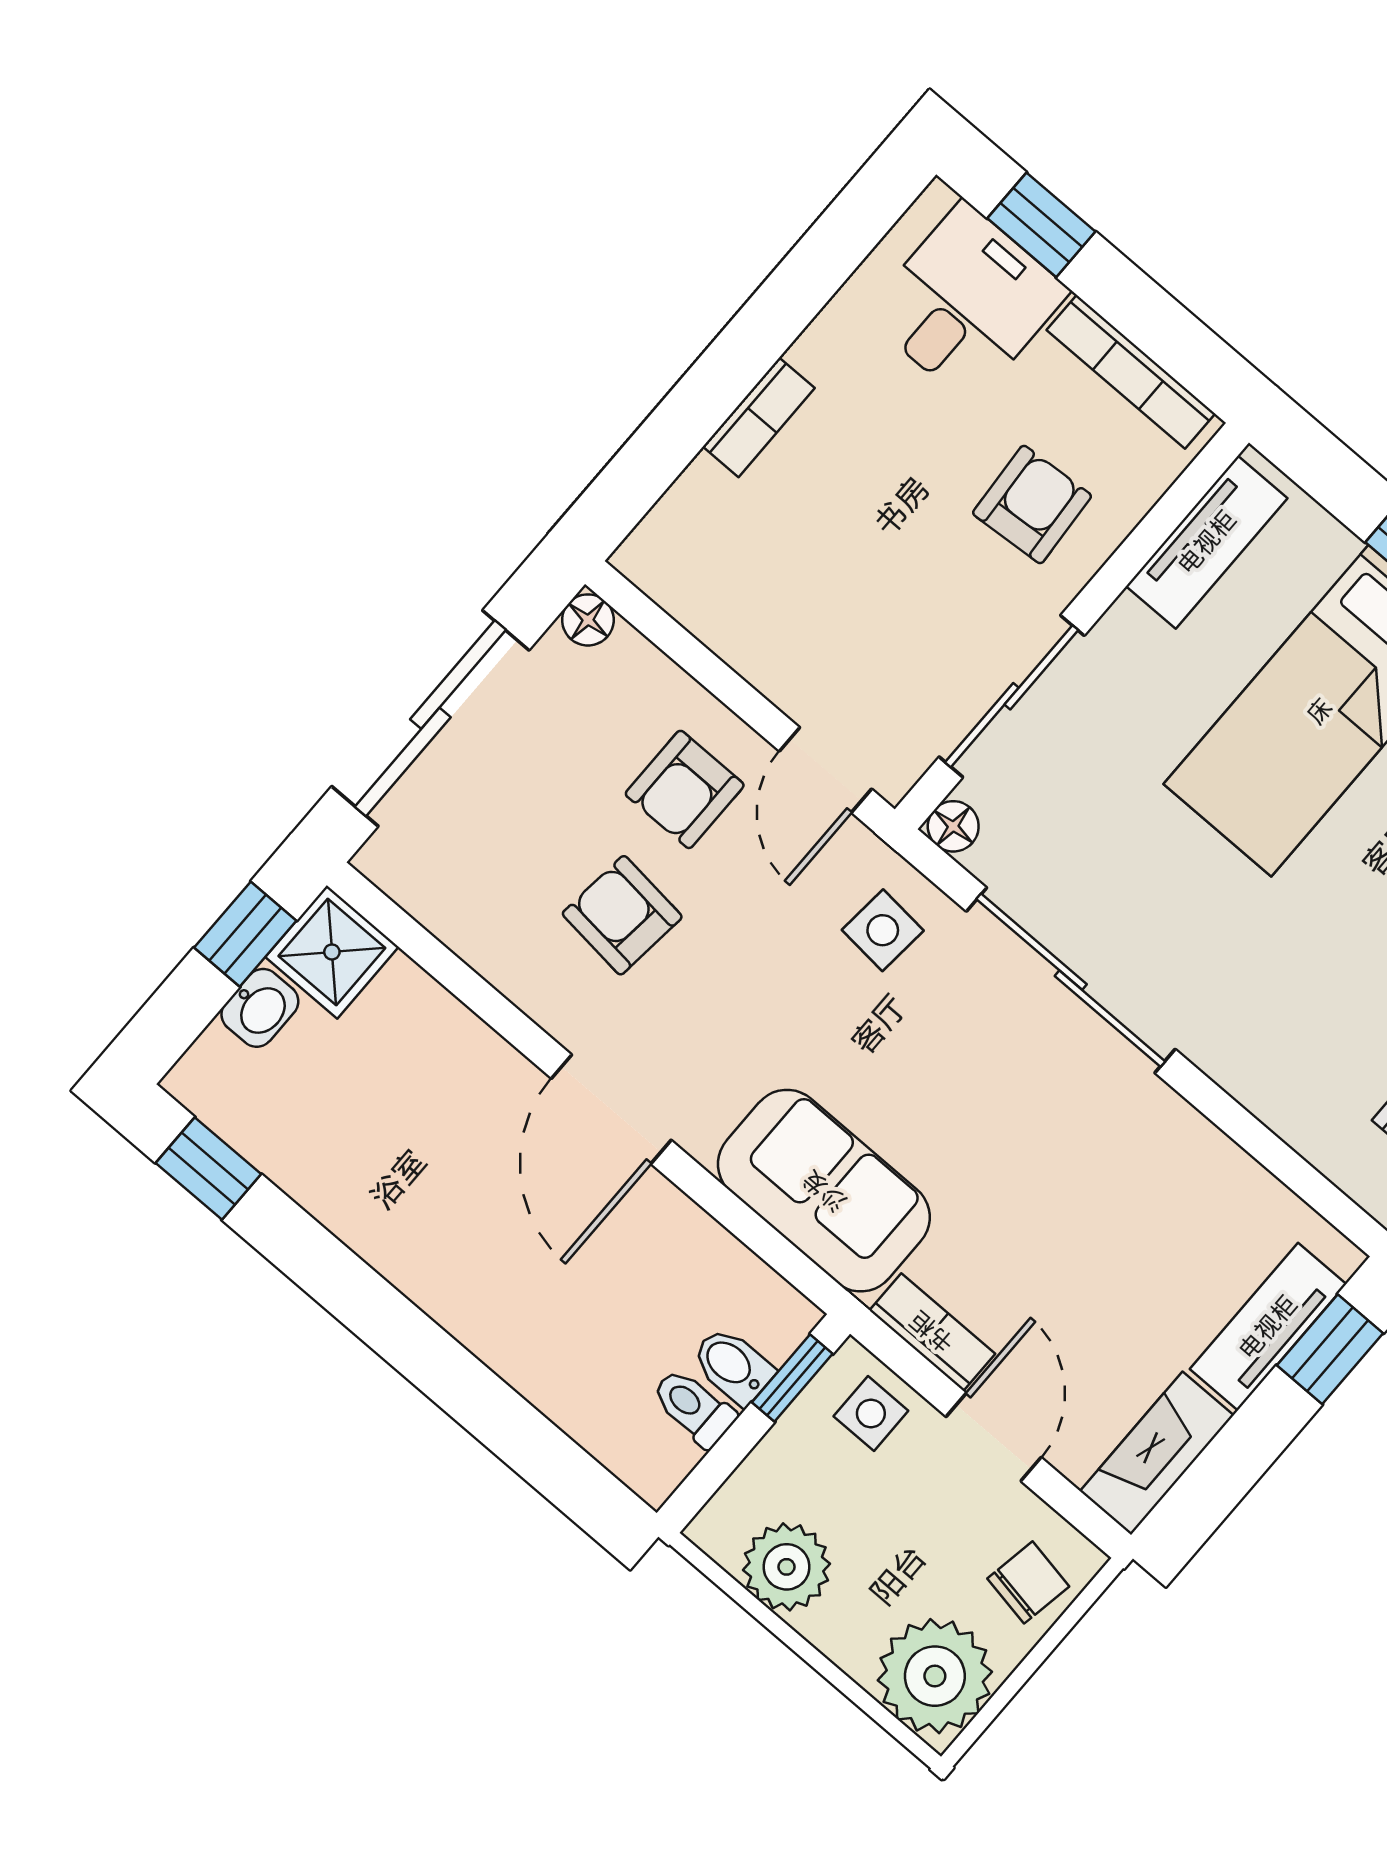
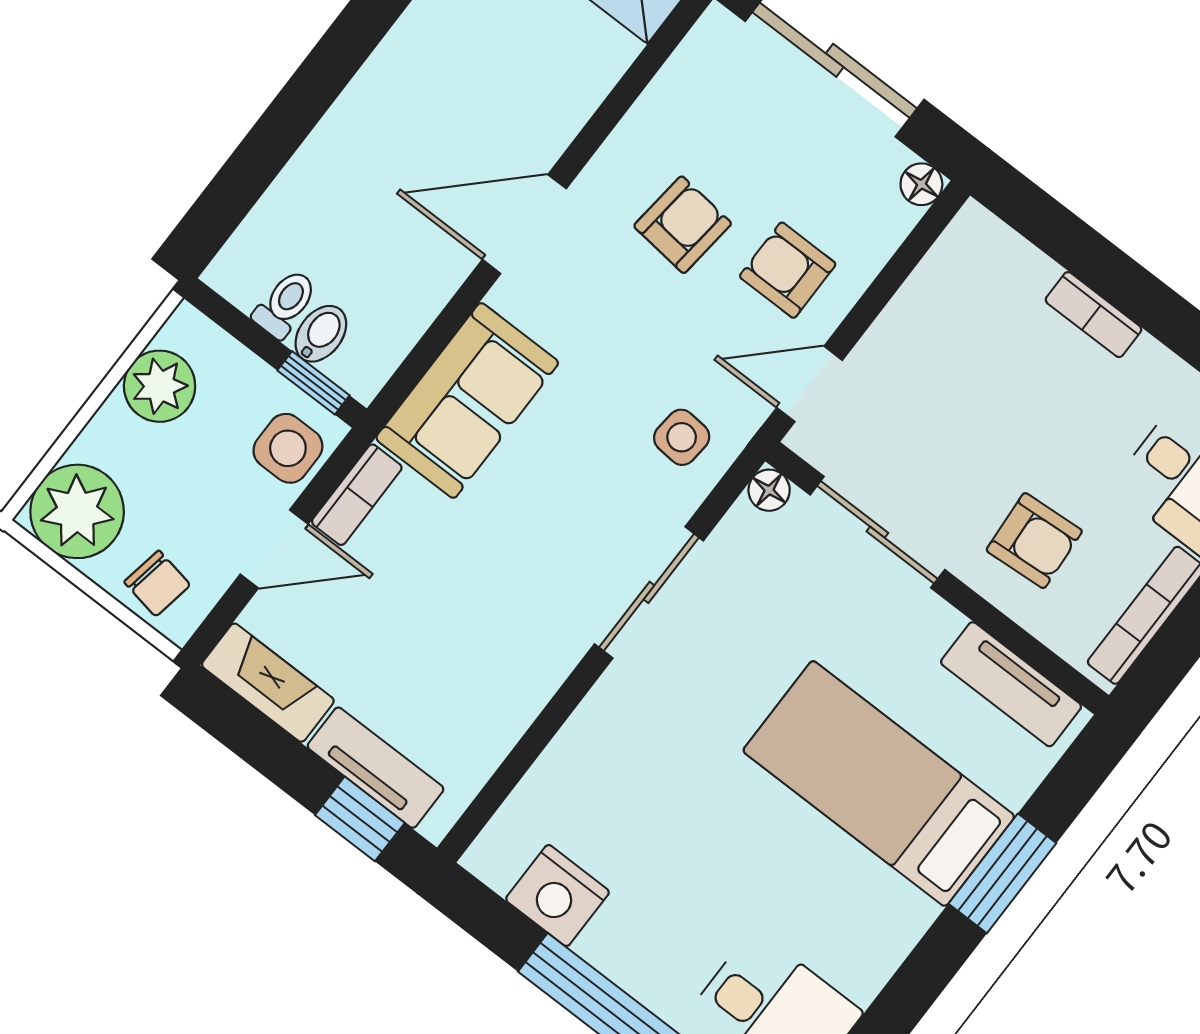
sliding door: (1071, 980) -> (649, 592), width x0.73
side table: (871, 1413) -> (288, 448), width x1.37, depth x1.37

